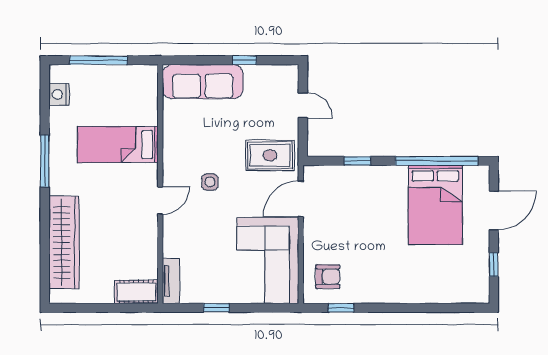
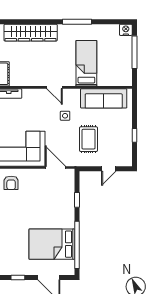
sofa: (203, 82) -> (104, 98), moved, turned -90
nightstand: (59, 94) -> (126, 30), moved
rug: (270, 155) -> (88, 139), moved

